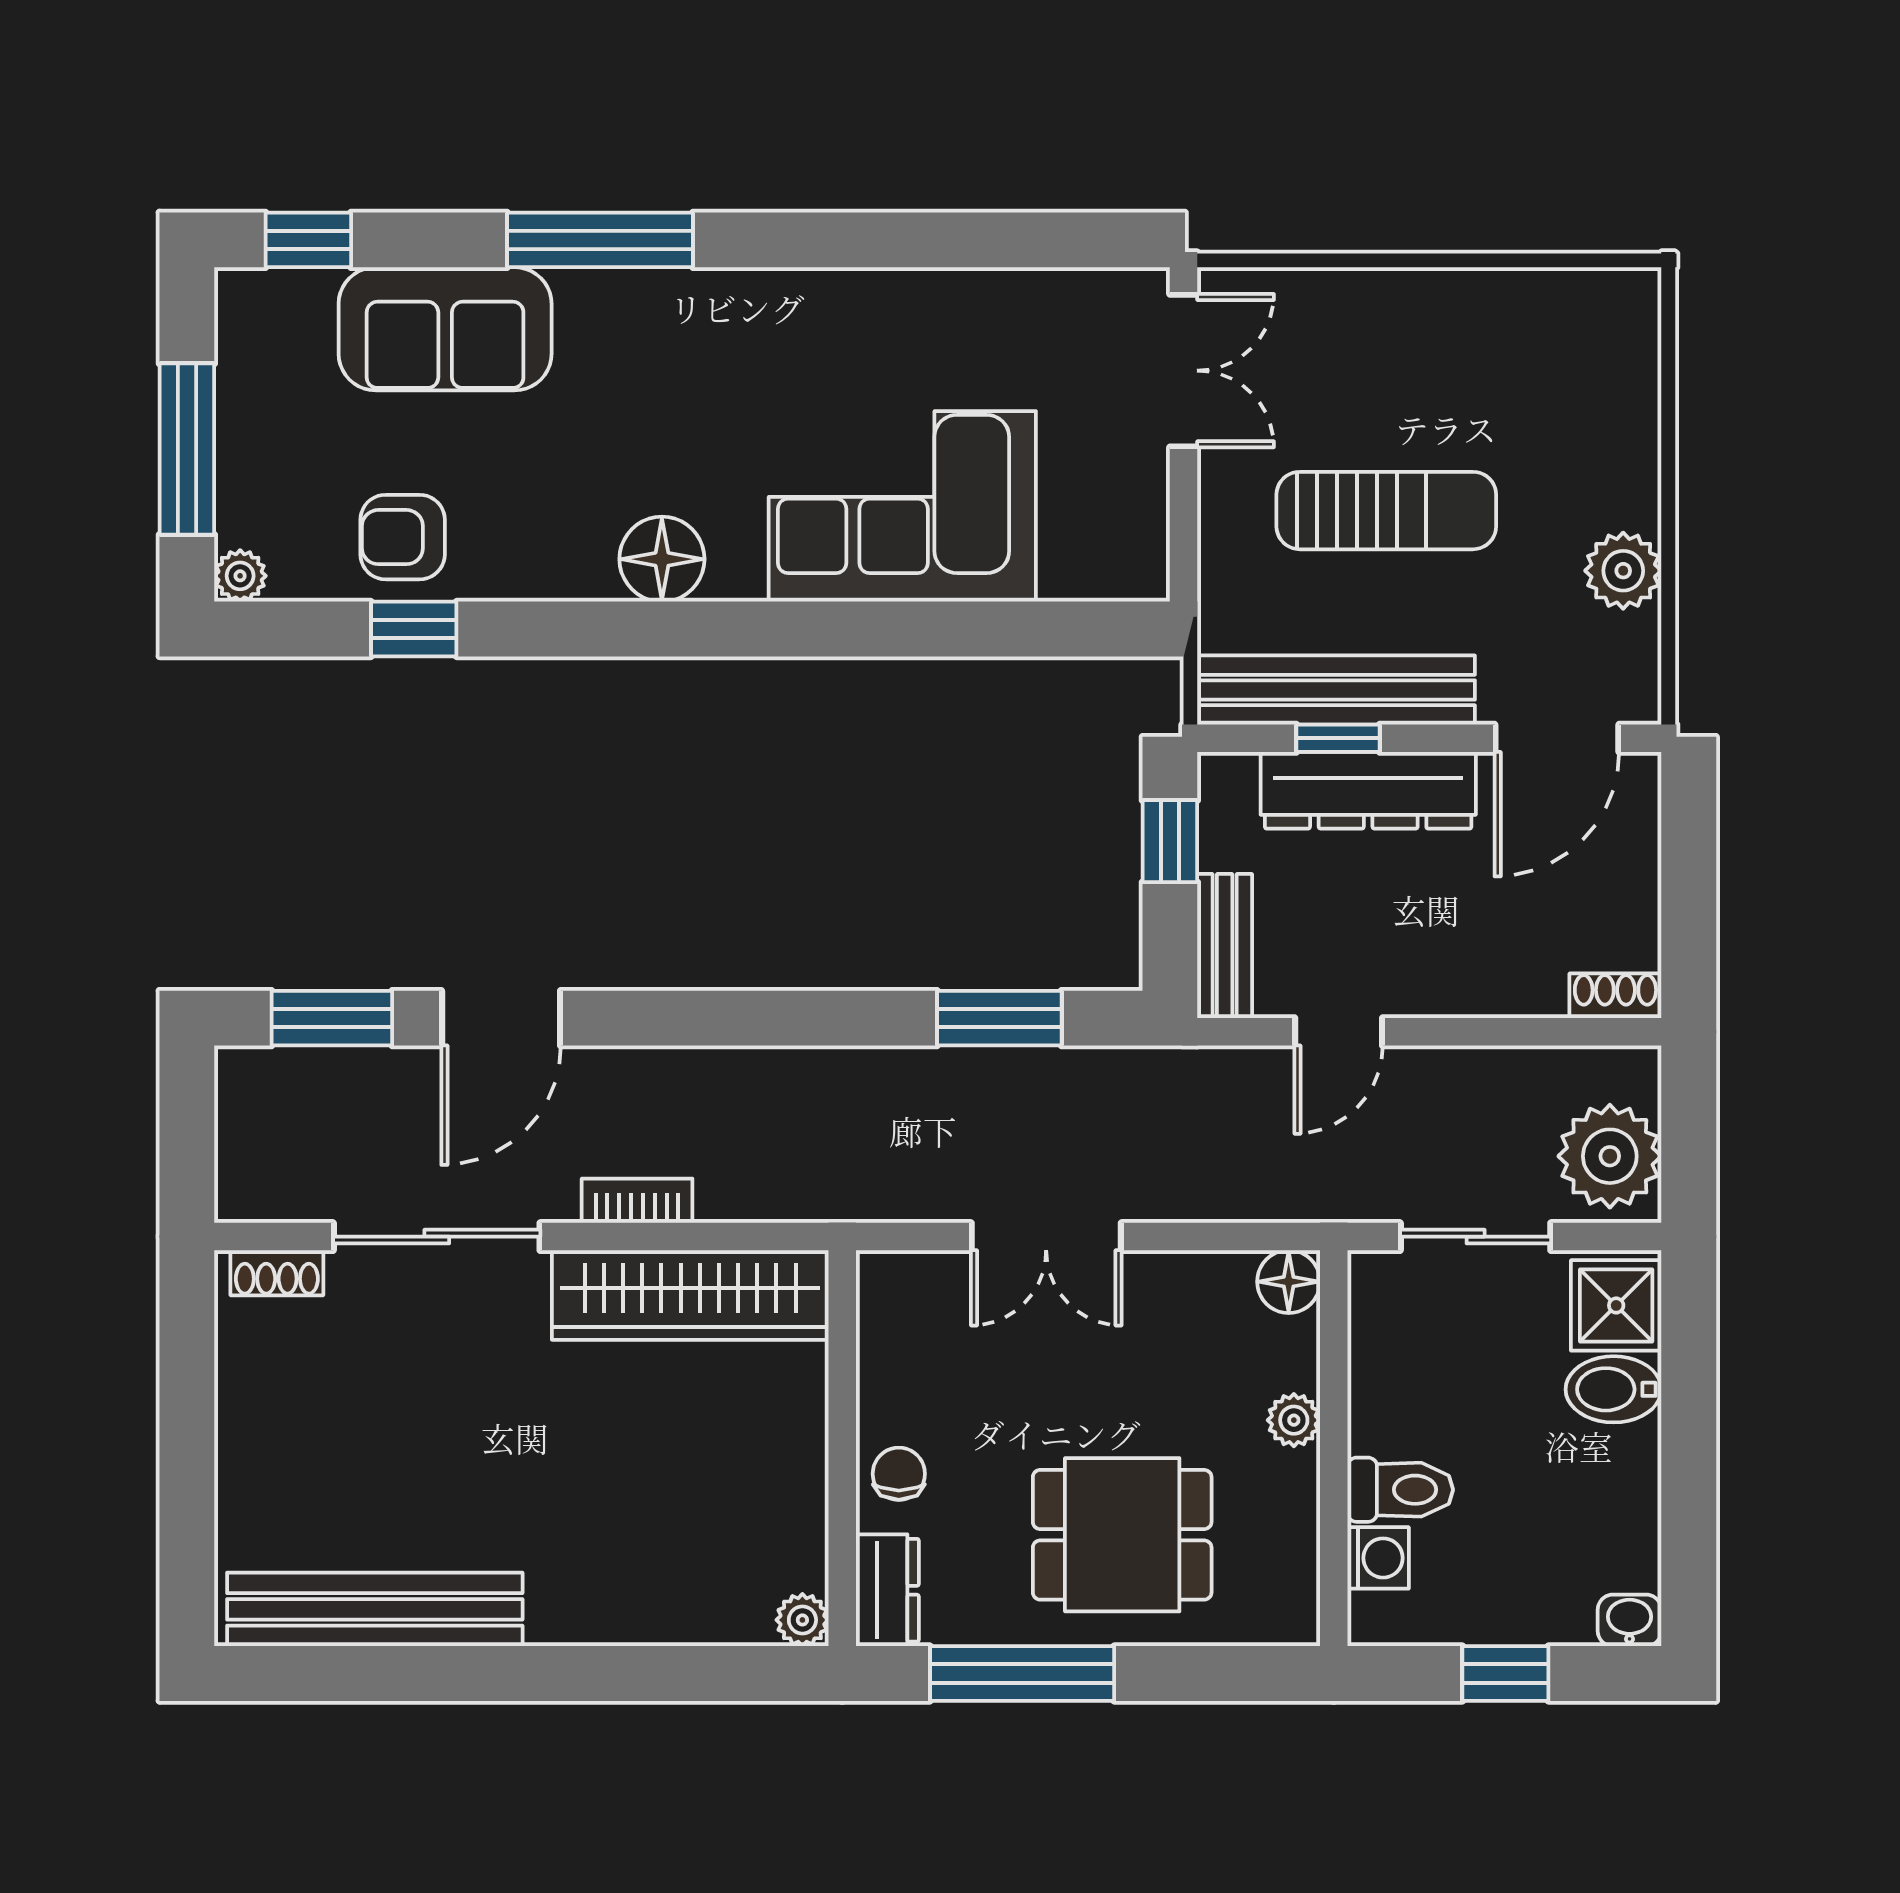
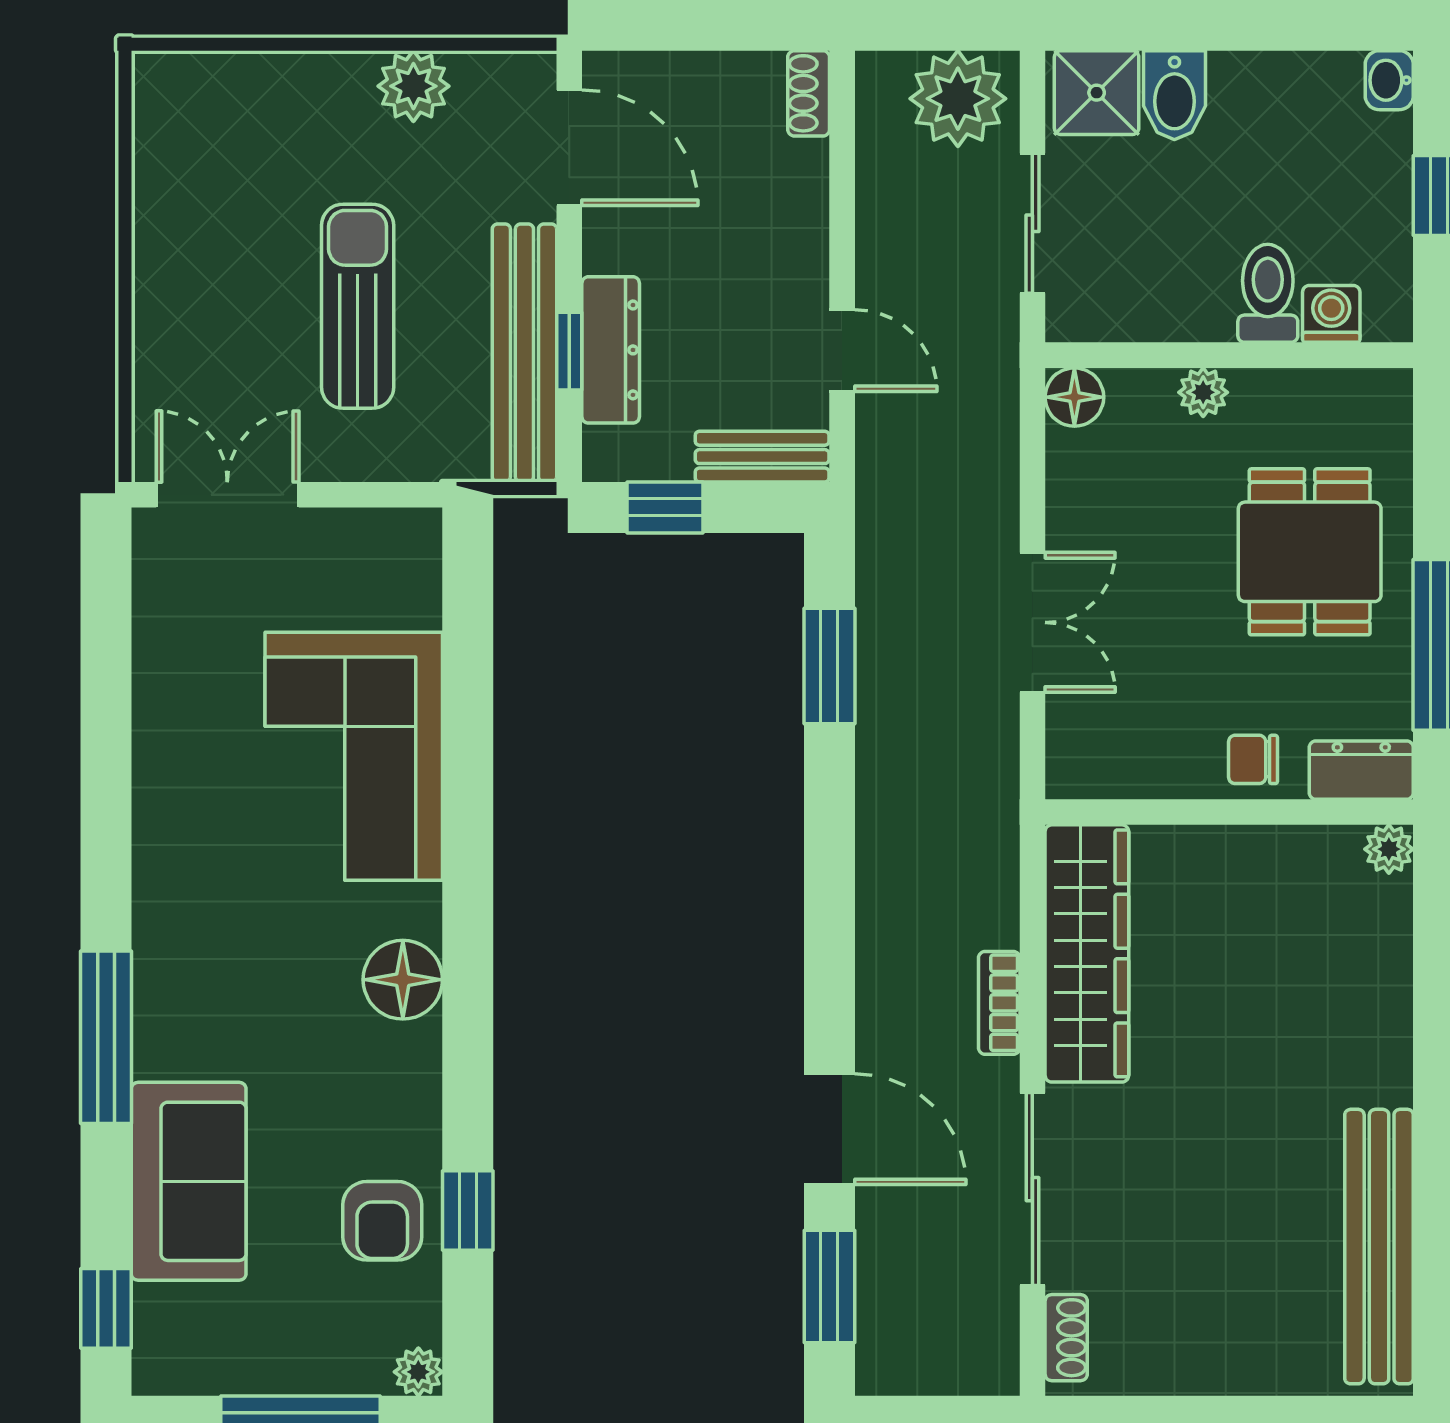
dresser: (1368, 790) -> (611, 350), width x0.73, depth x0.80

